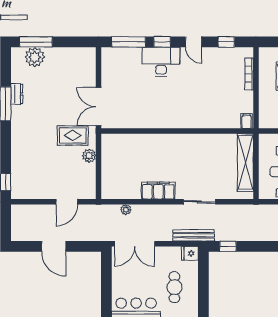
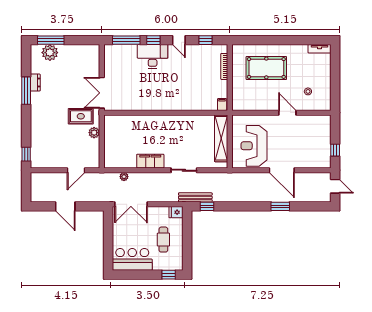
bench: (194, 235) -> (195, 197), moved

